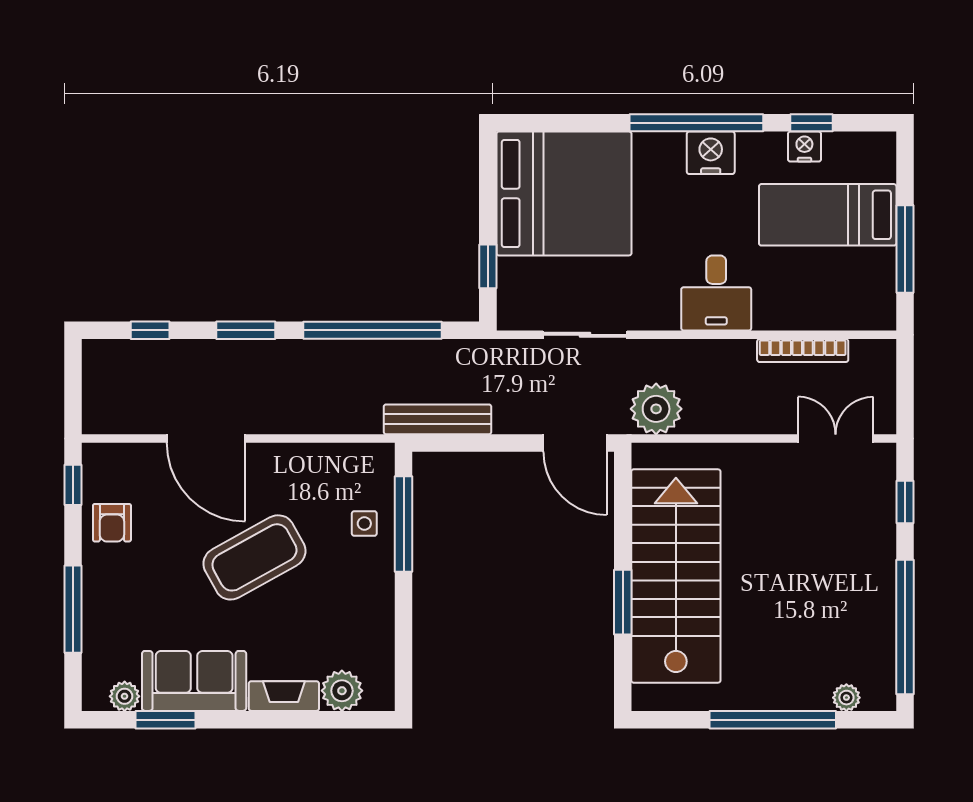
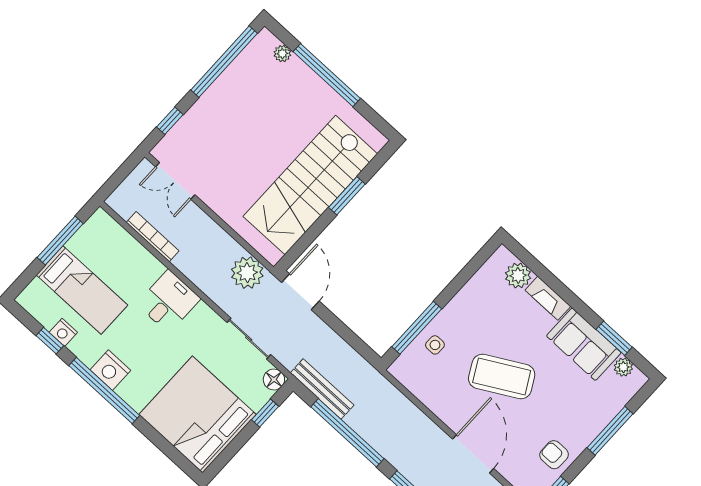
floor lamp: (513, 314) -> (274, 380), added
bench: (438, 419) -> (322, 389), moved
armchair: (112, 523) -> (554, 455), turned -90

